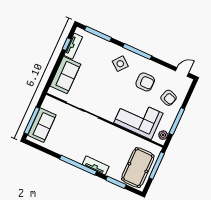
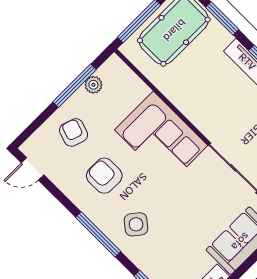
corner sofa: (138, 118) -> (161, 138), moved
plant: (163, 135) -> (93, 85), moved

